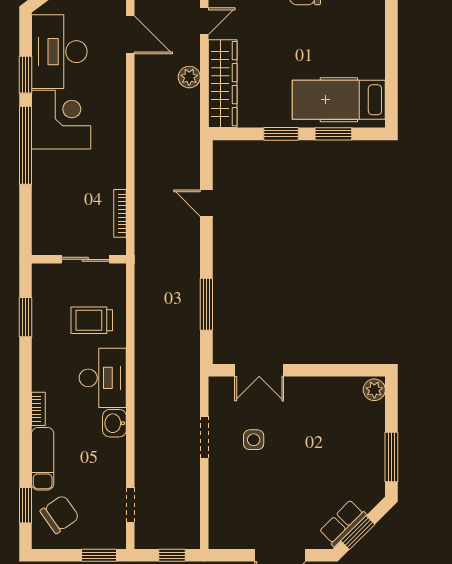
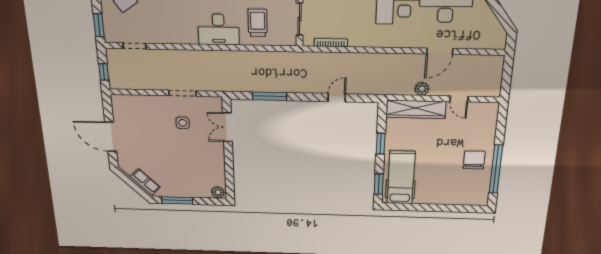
door: (130, 35) -> (440, 51), moved
window: (333, 134) -> (379, 184), moved
washbasin: (114, 423) -> (188, 37), removed
row of seats: (343, 523) -> (145, 182), moved
window: (358, 533) -> (129, 181), removed

